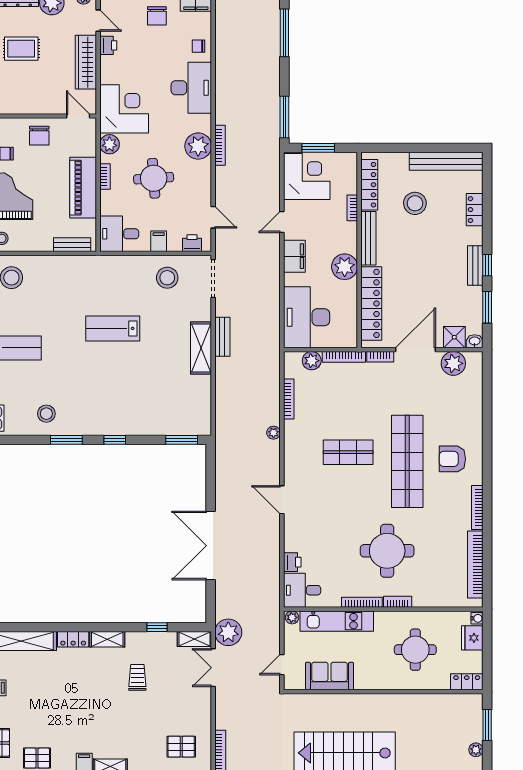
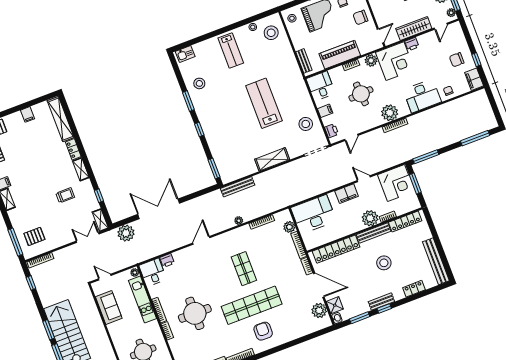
printer: (108, 45) -> (412, 44), moved
stool: (415, 203) -> (384, 263), moved
plant: (345, 267) -> (370, 218), moved
lab bench: (113, 328) -> (264, 103), width x1.36, depth x1.39
bench: (222, 337) -> (238, 187), moved, width x1.36
plant: (228, 632) -> (126, 233), moved
pallet: (181, 747) -> (34, 236), turned 90

